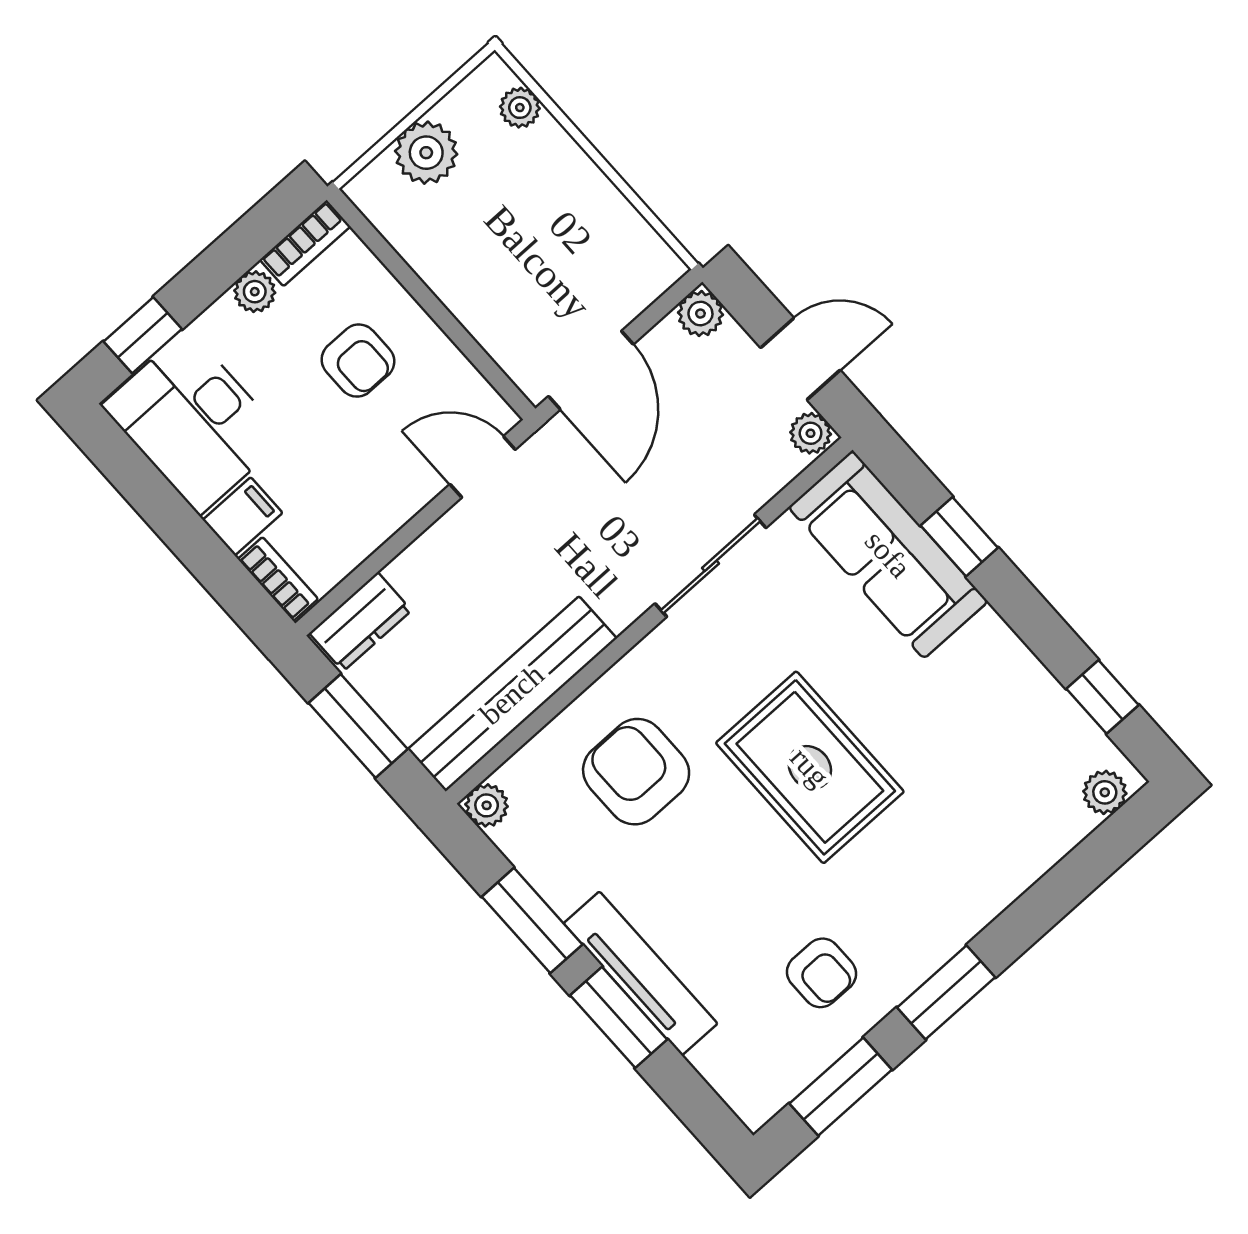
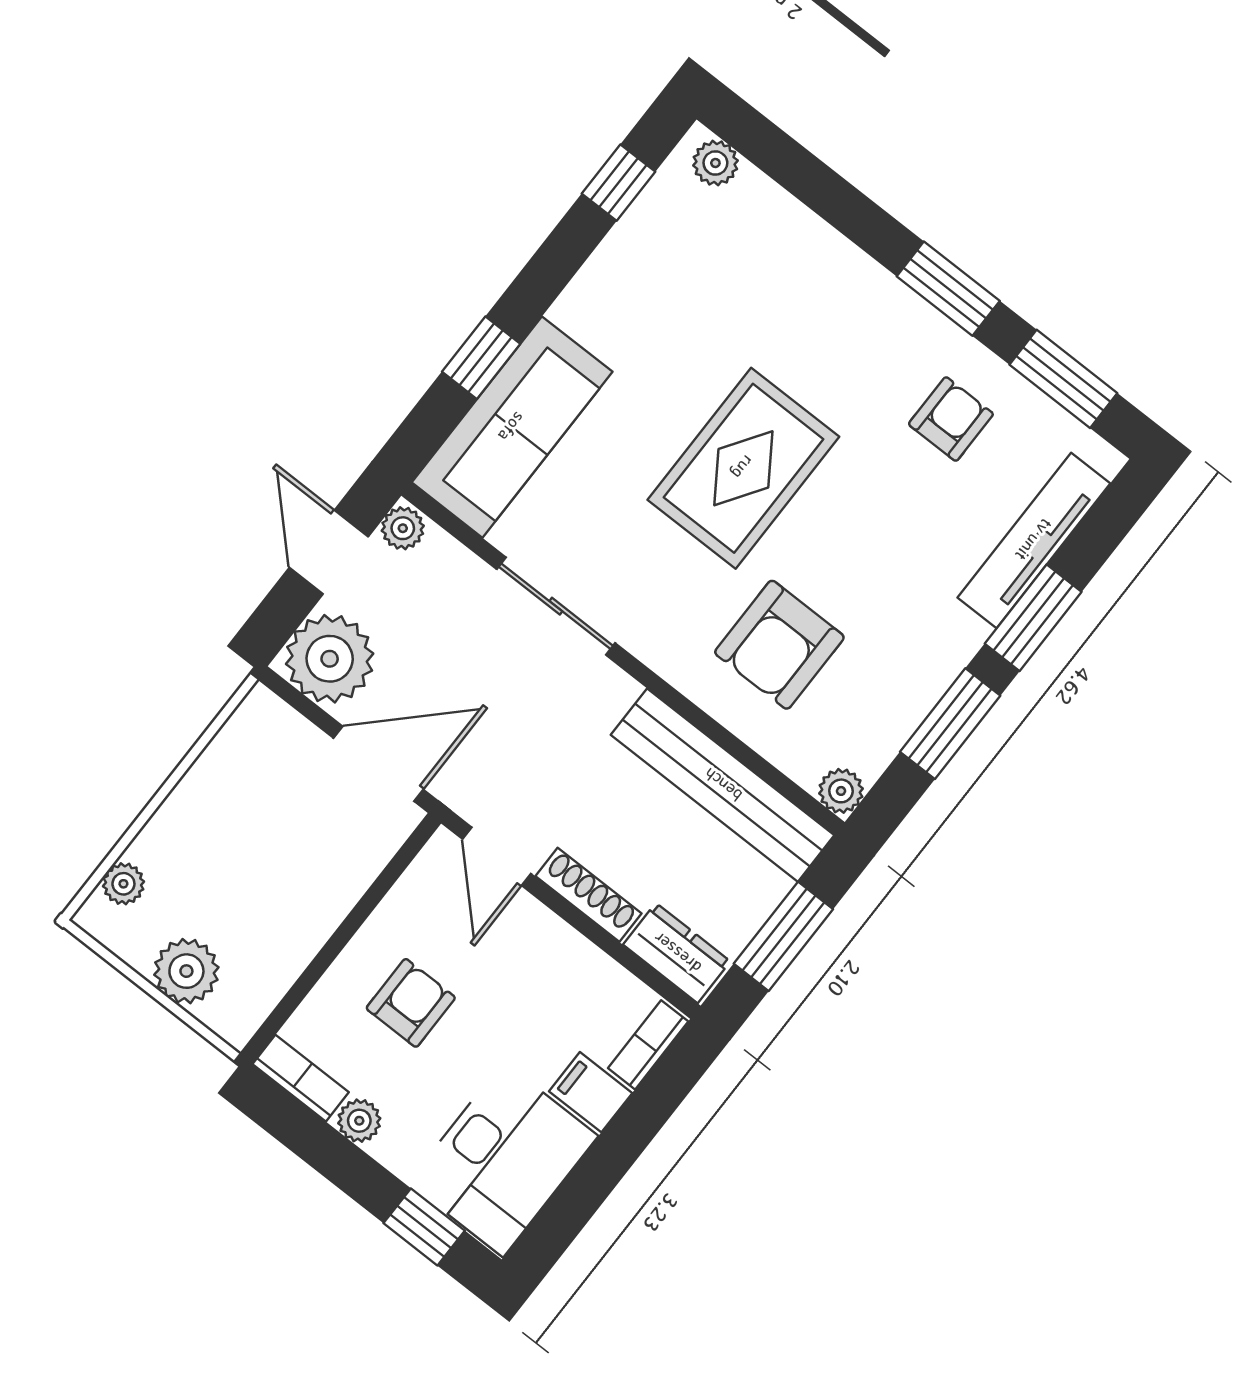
plant: (700, 314) -> (330, 659), width x1.88, depth x1.88
shoe rack: (431, 548) -> (588, 895), added
tv unit: (641, 974) -> (1034, 540), moved

